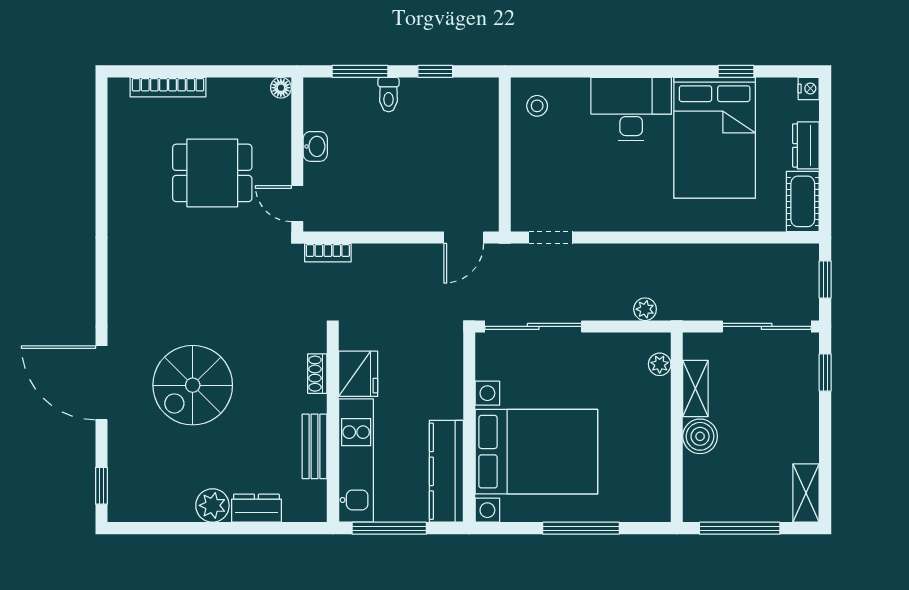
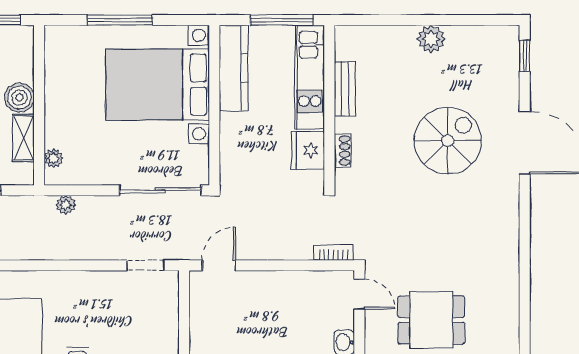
dresser: (256, 508) -> (394, 37), removed

